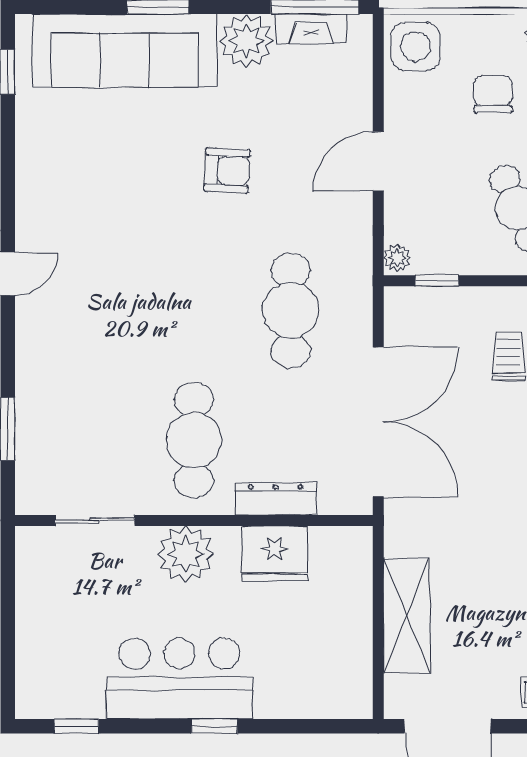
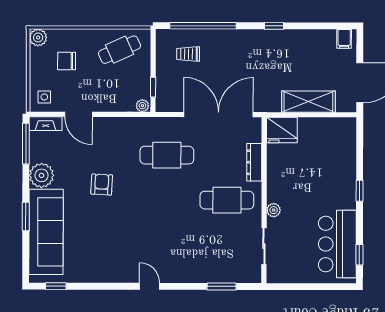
fireplace: (311, 29) -> (46, 124), moved, turned 90
side table: (415, 46) -> (44, 97), width x0.54, depth x0.54
door: (378, 161) -> (78, 114), moved
plant: (186, 554) -> (274, 210), width x0.53, depth x0.53
fridge: (275, 554) -> (282, 130), moved, turned 90
bar counter: (179, 679) -> (337, 244), moved

